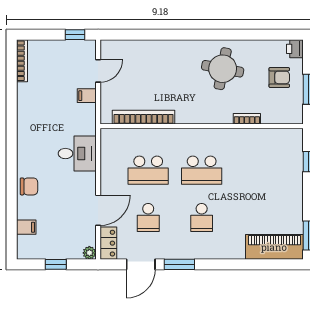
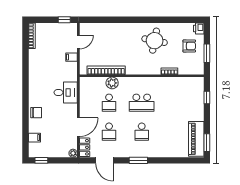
plant: (153, 138) -> (112, 83), added
school desk: (148, 170) -> (109, 103), width x0.54
piano: (274, 247) -> (196, 139), moved, turned -90
window: (56, 264) -> (41, 160), moved
door: (141, 264) -> (105, 160), hinge flipped
window: (179, 264) -> (138, 160), moved

